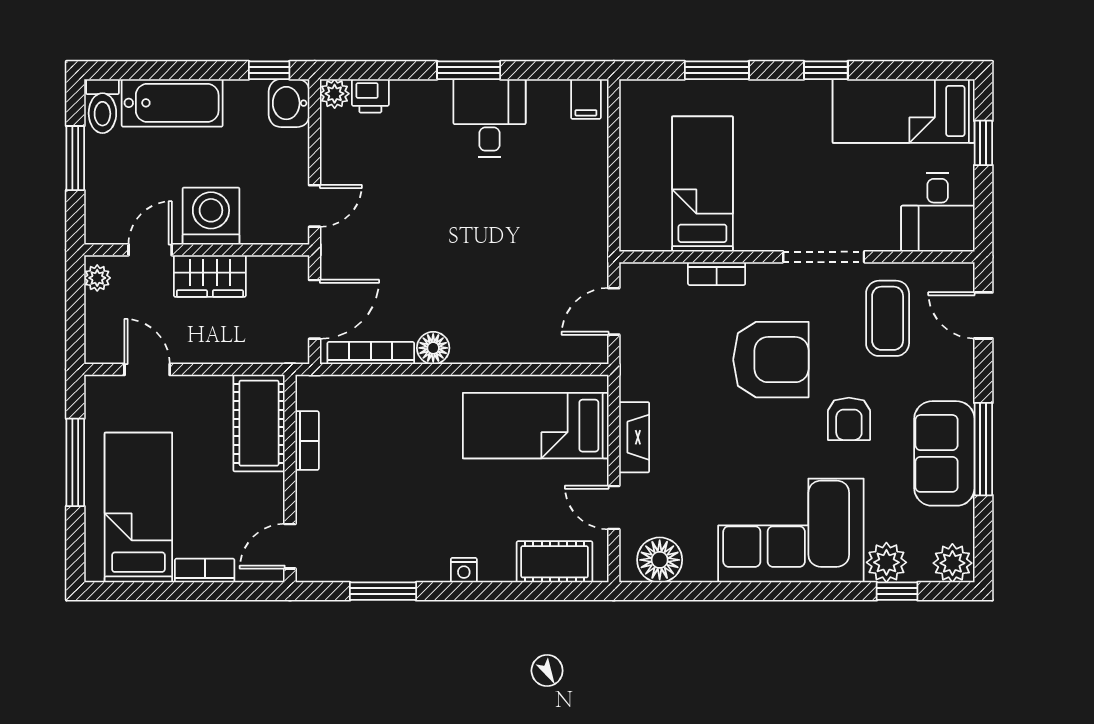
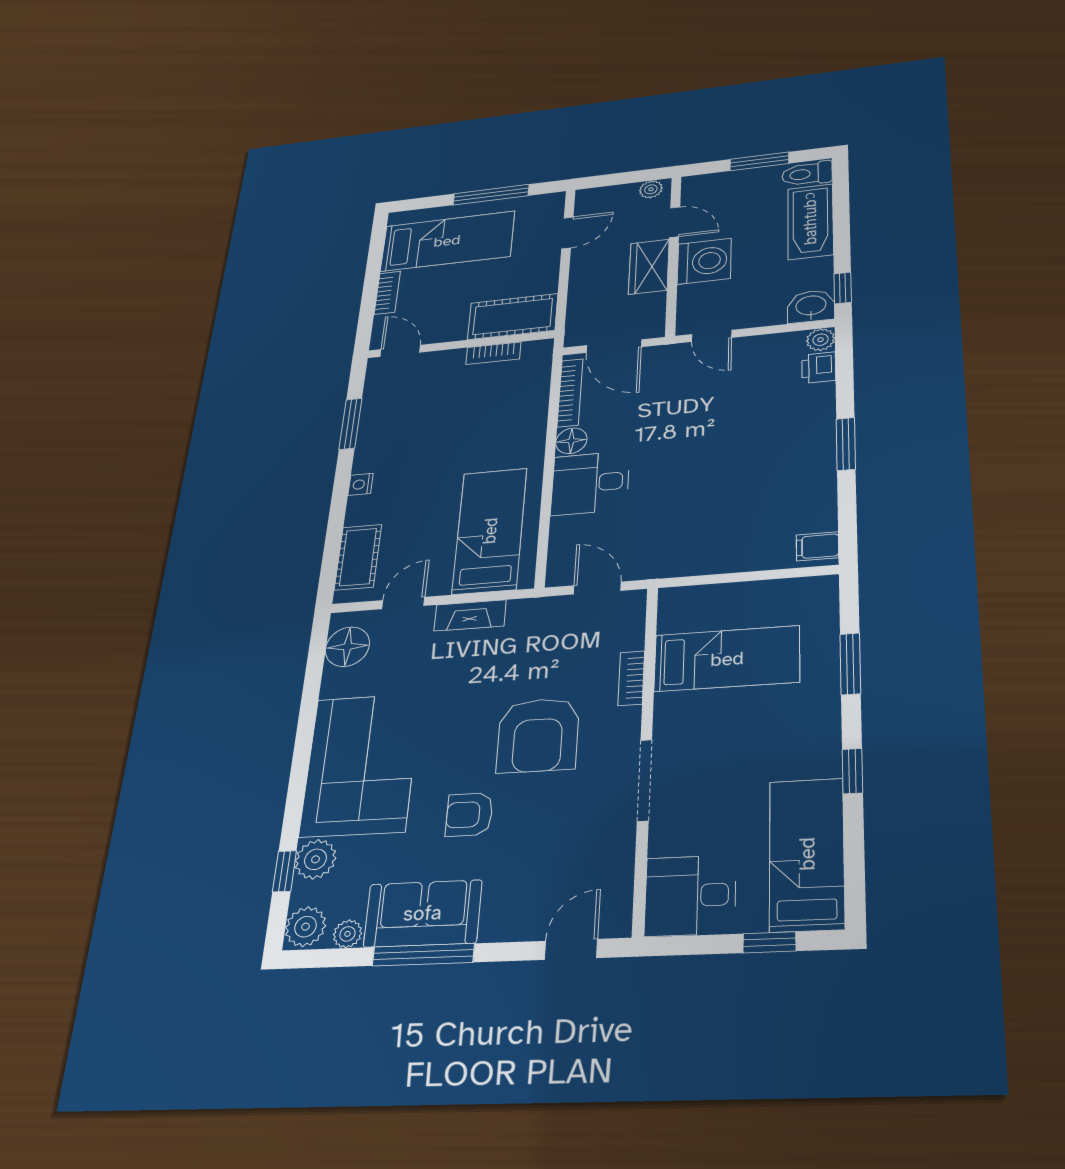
desk: (489, 118) -> (590, 483), moved, turned 180
coffee table: (888, 318) -> (574, 848), removed
plant: (961, 522) -> (347, 934), added

